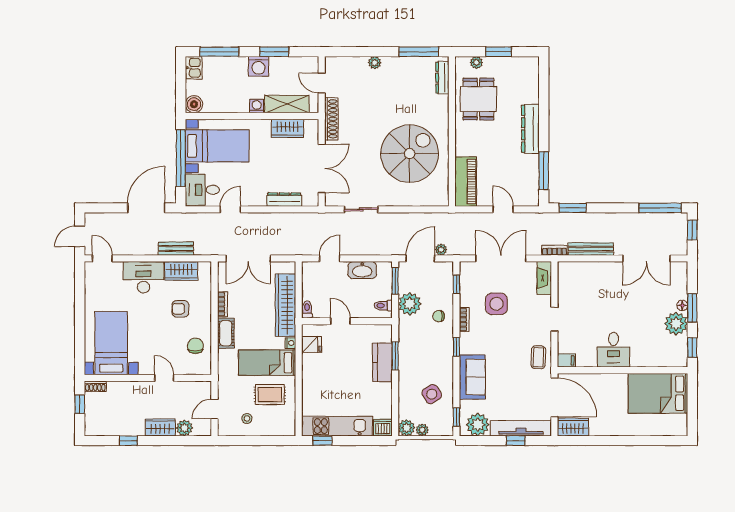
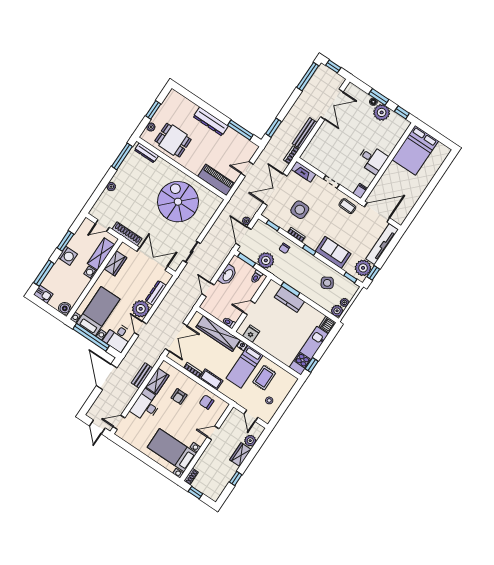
plant: (254, 194) -> (141, 309), added
wardrobe: (573, 427) -> (402, 213), removed
window: (516, 441) -> (373, 273), moved

